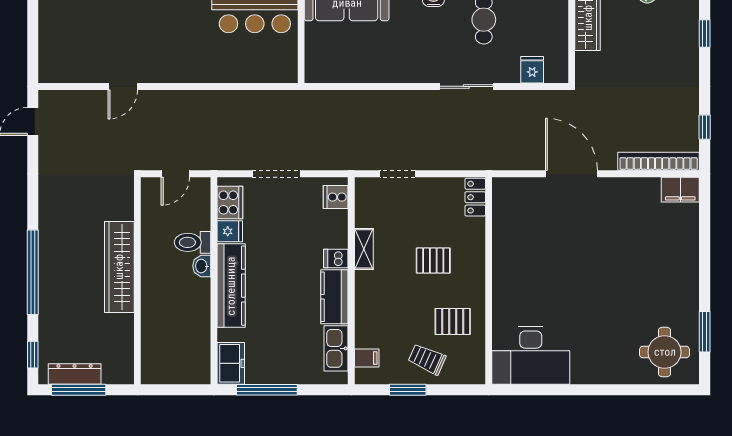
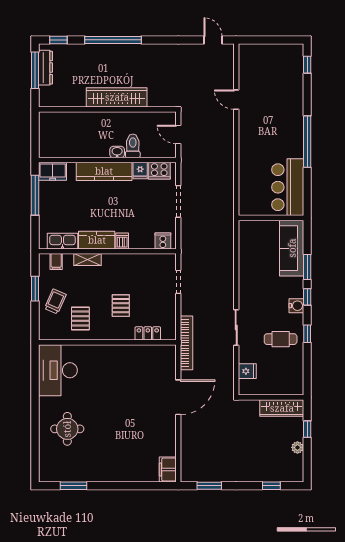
window: (705, 127) -> (209, 486), width x1.50
bookcase: (659, 161) -> (187, 343), moved
locker: (475, 197) -> (148, 333), moved
shelving: (364, 249) -> (88, 260), moved
round table: (665, 352) -> (67, 429), moved

